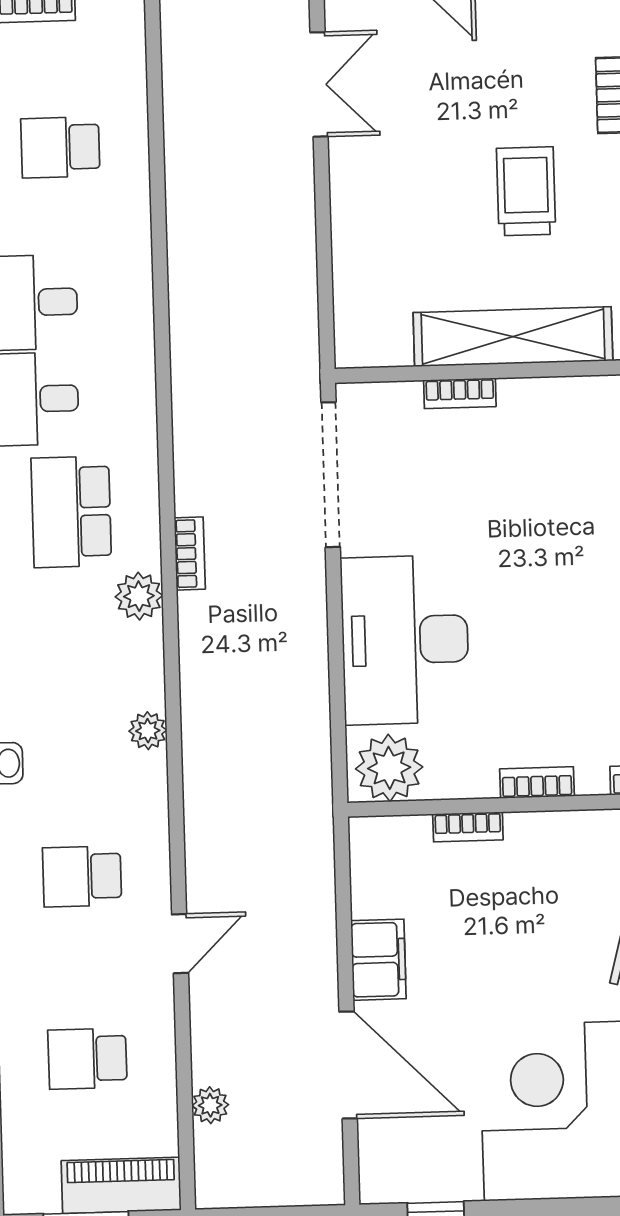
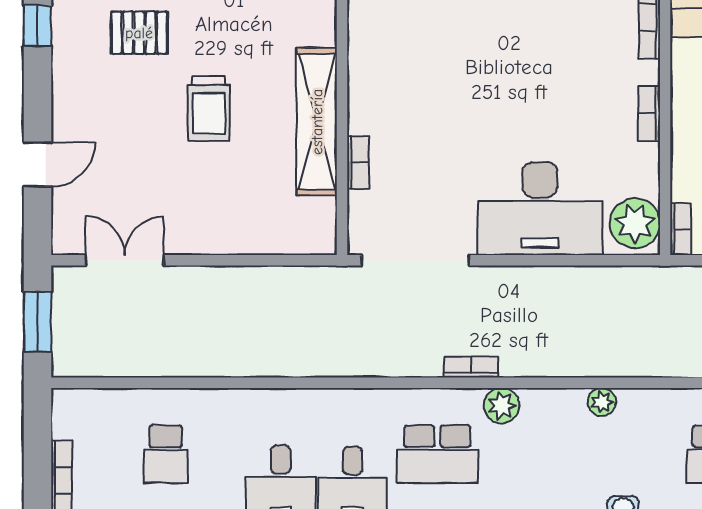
trolley: (526, 191) -> (209, 109), turned -90
bookcase: (468, 827) -> (681, 229), moved

